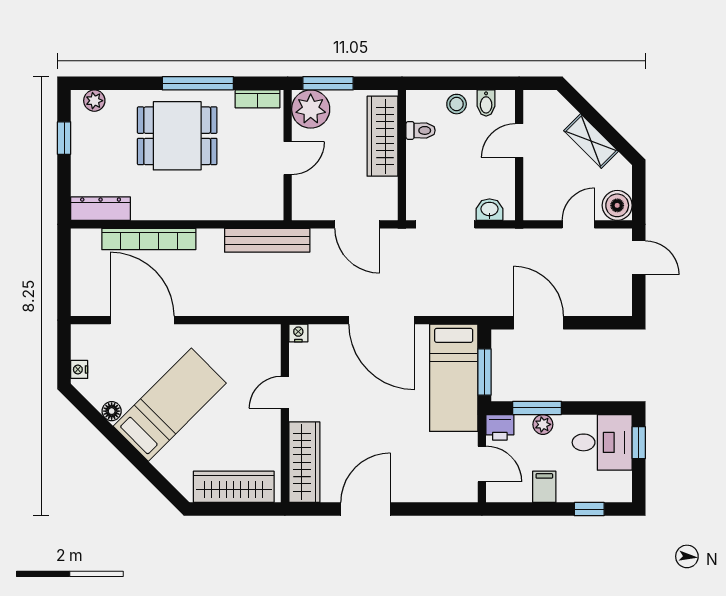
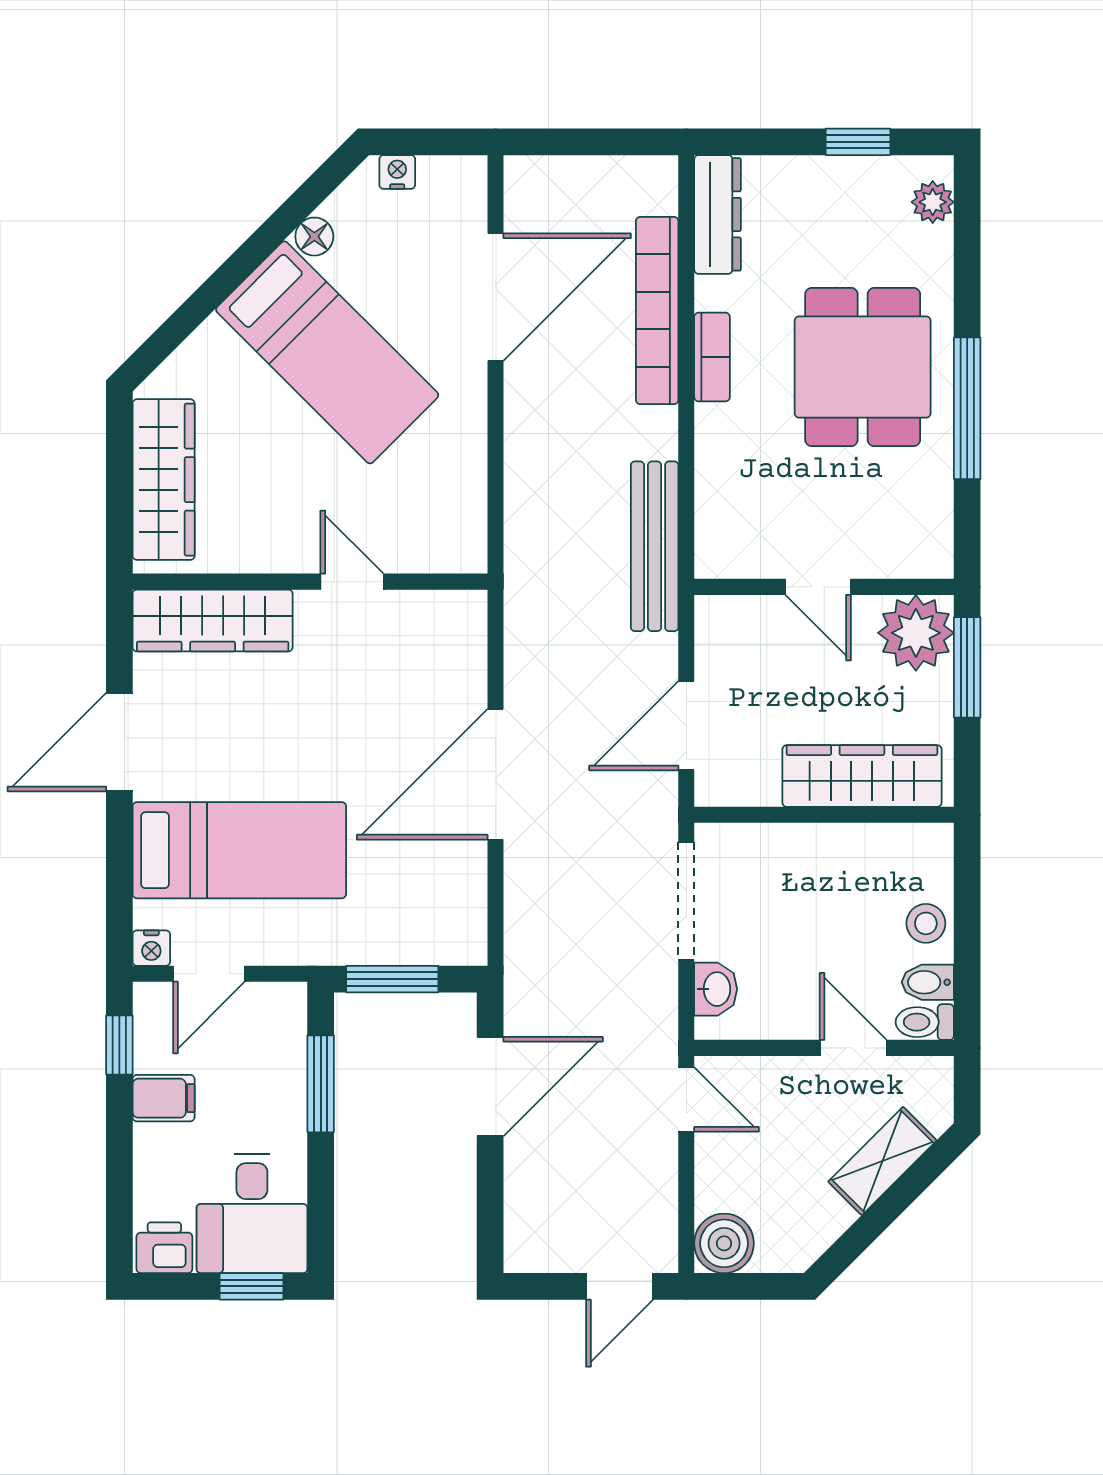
bookcase: (258, 99) -> (712, 357), moved, turned 180
toilet: (421, 130) -> (925, 1022), moved, turned 90
shelving: (591, 141) -> (882, 1161), moved
door: (578, 224) -> (686, 1099), moved
nightstand: (298, 333) -> (151, 948), moved, turned 90
bed: (454, 378) -> (239, 850), moved, turned 180
plant: (543, 424) -> (288, 1095), removed
printer: (500, 427) -> (164, 1248), moved, turned 90
door: (366, 509) -> (119, 742), swing flipped
window: (589, 509) -> (119, 1045), moved

